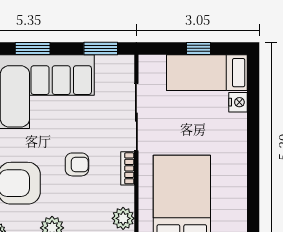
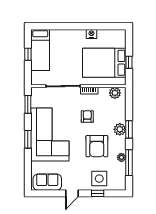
nightstand: (238, 102) -> (91, 34), moved

